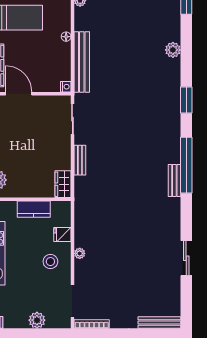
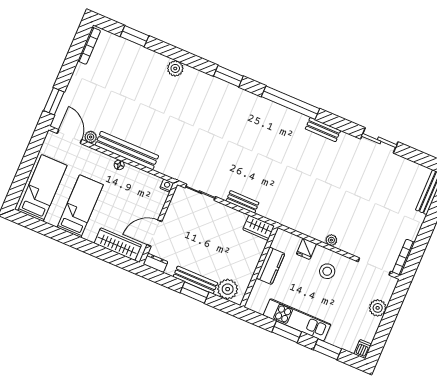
bench: (82, 62) -> (127, 150), moved
bench: (174, 181) -> (323, 130), moved

